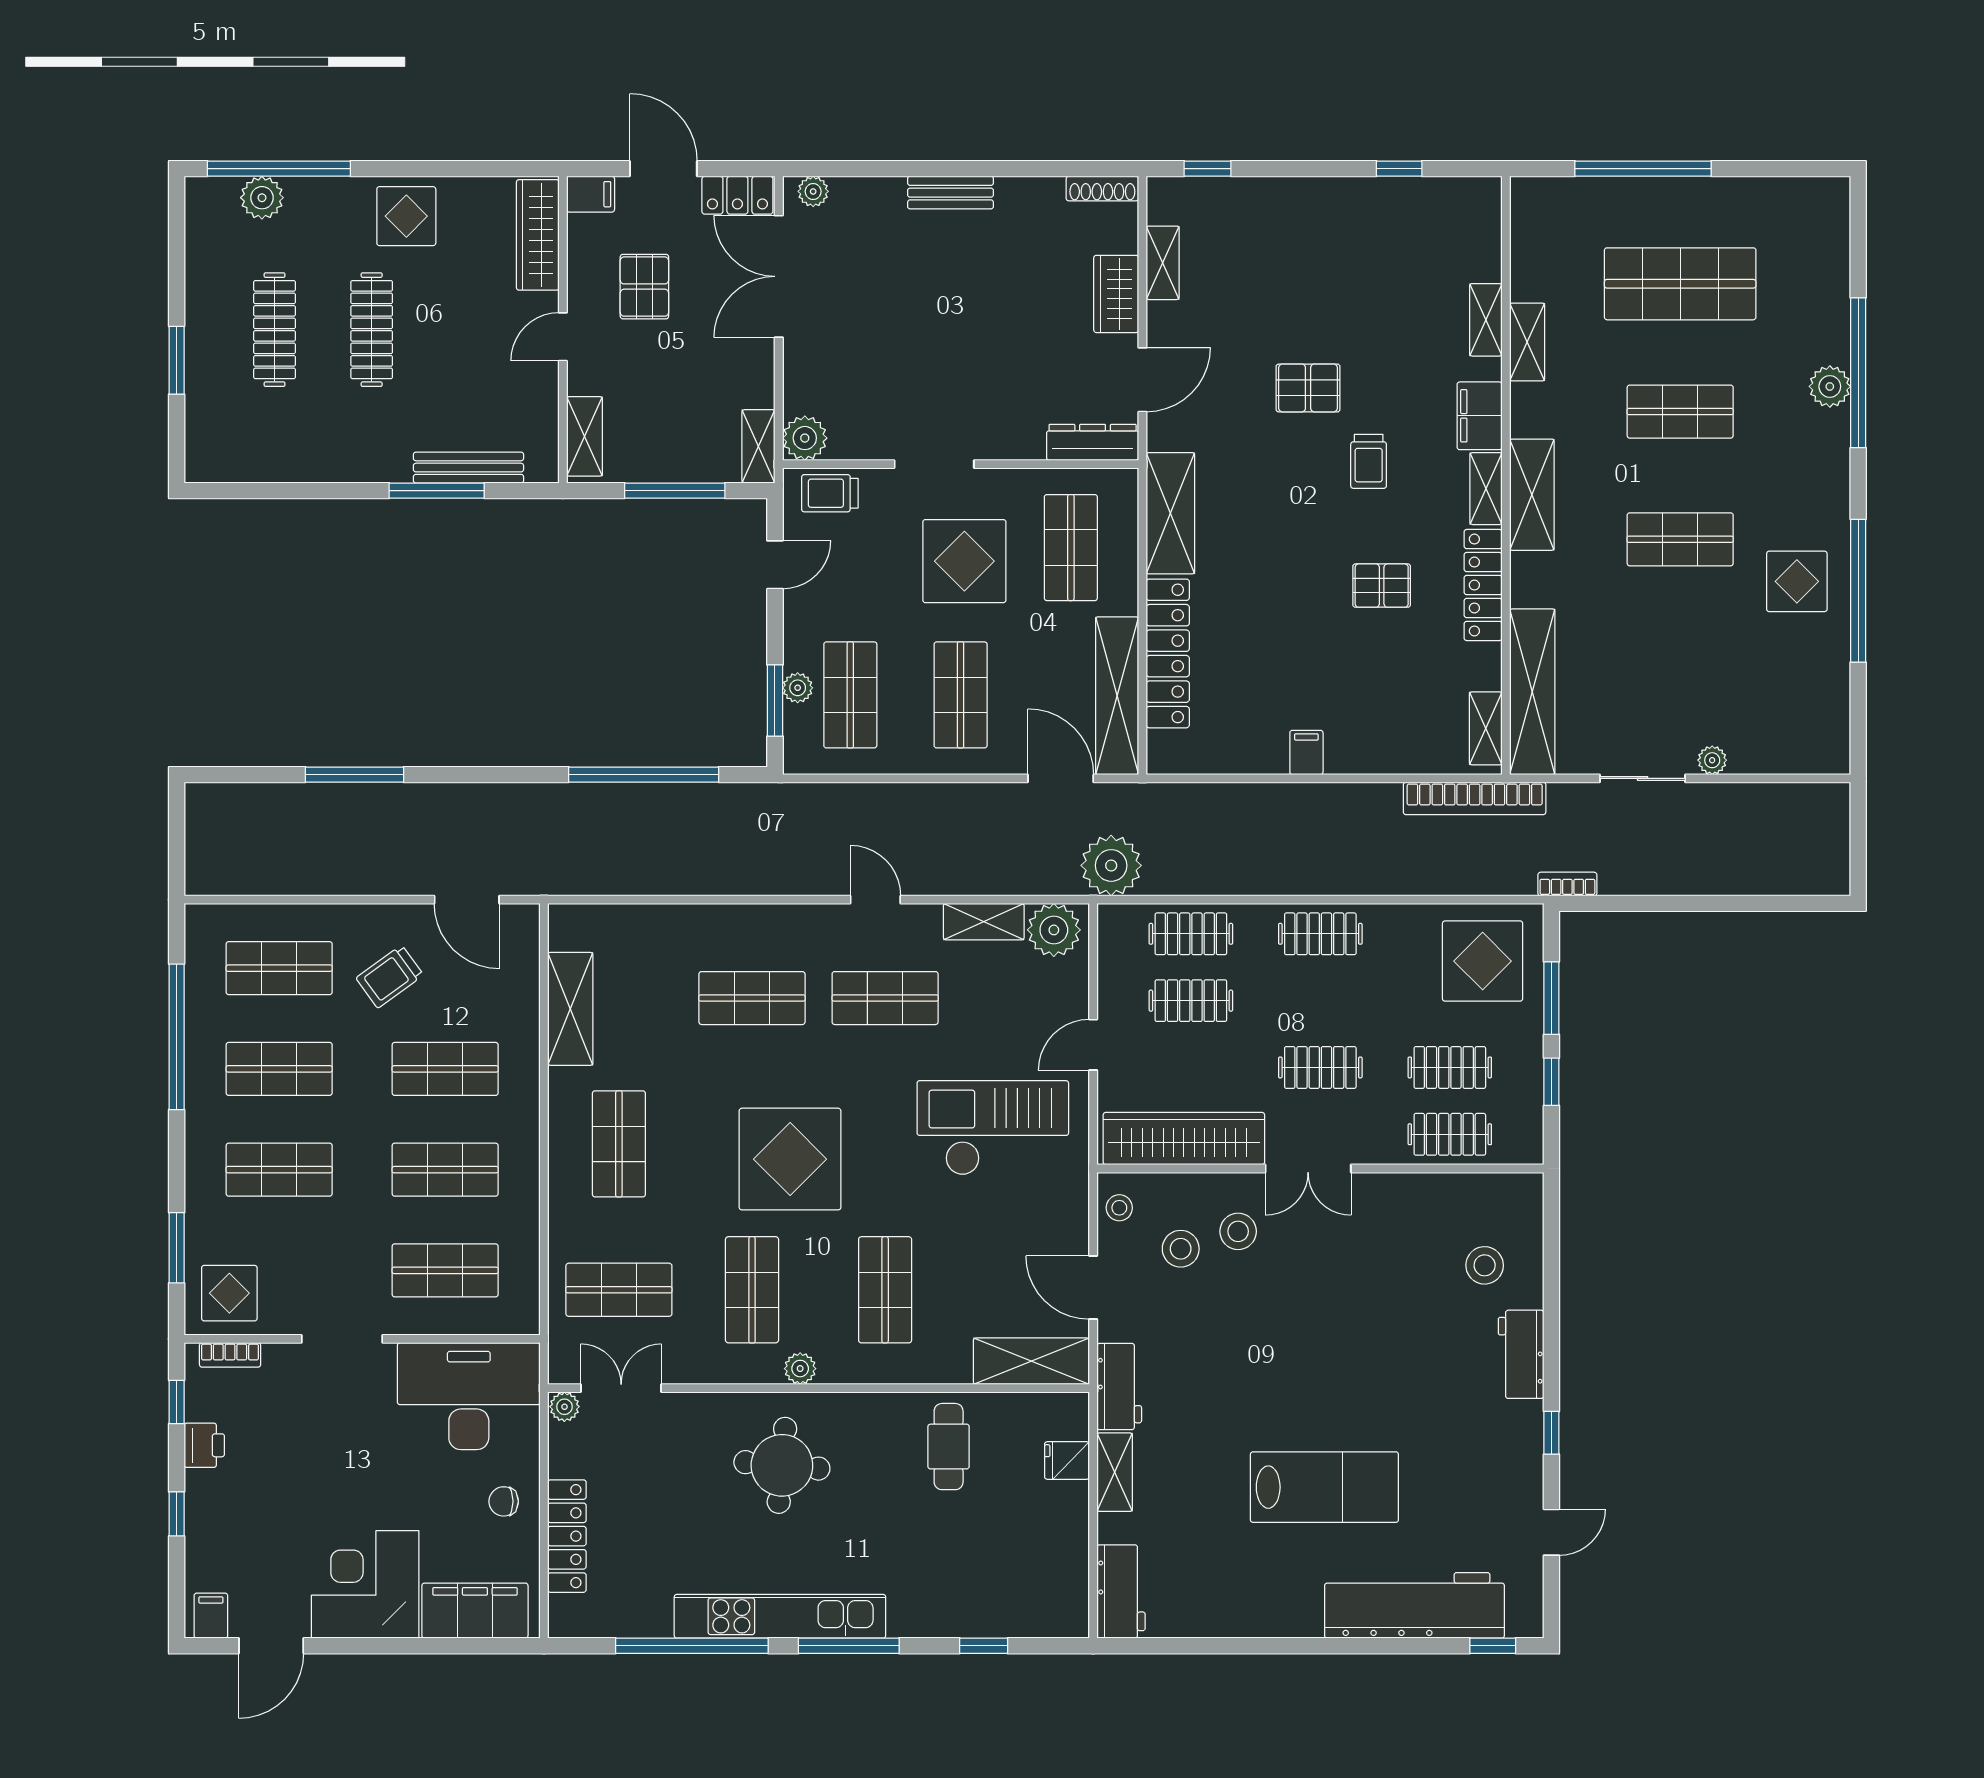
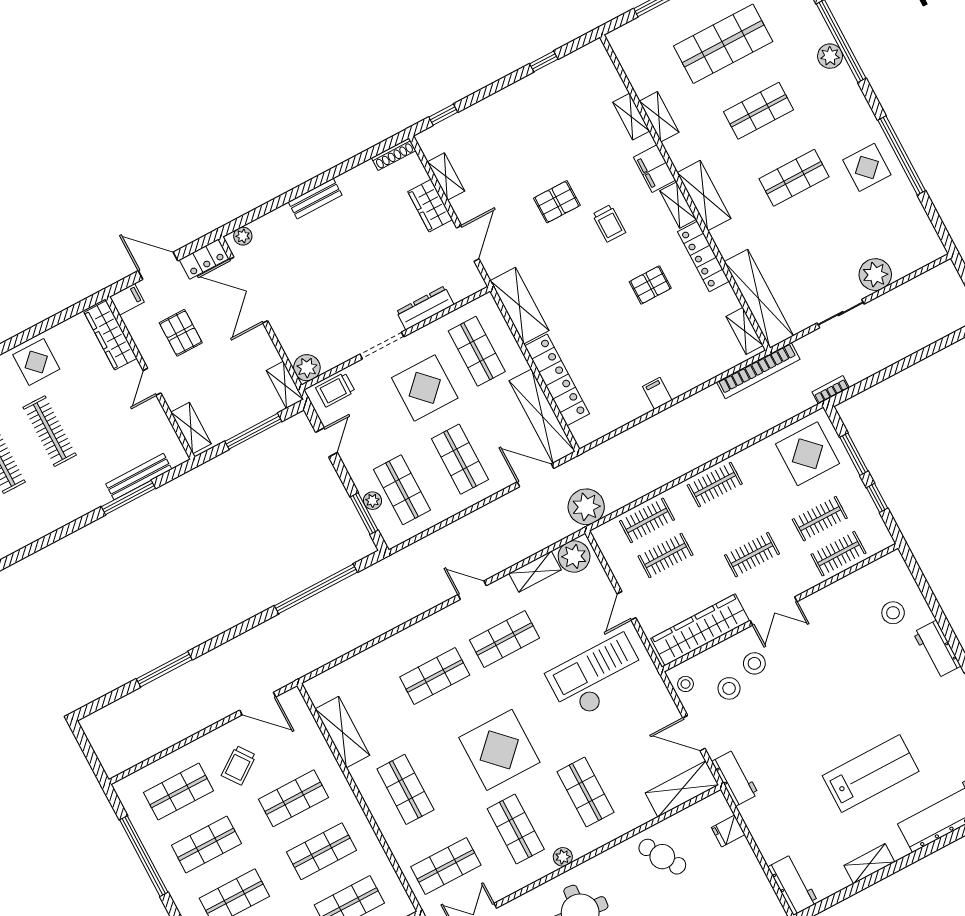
dresser: (1093, 442) -> (425, 308), moved
plant: (1712, 760) -> (875, 275), width x1.87, depth x1.87
cafe table: (949, 1447) -> (662, 857), turned -31
shelving: (1115, 1472) -> (869, 864), moved, turned 90

